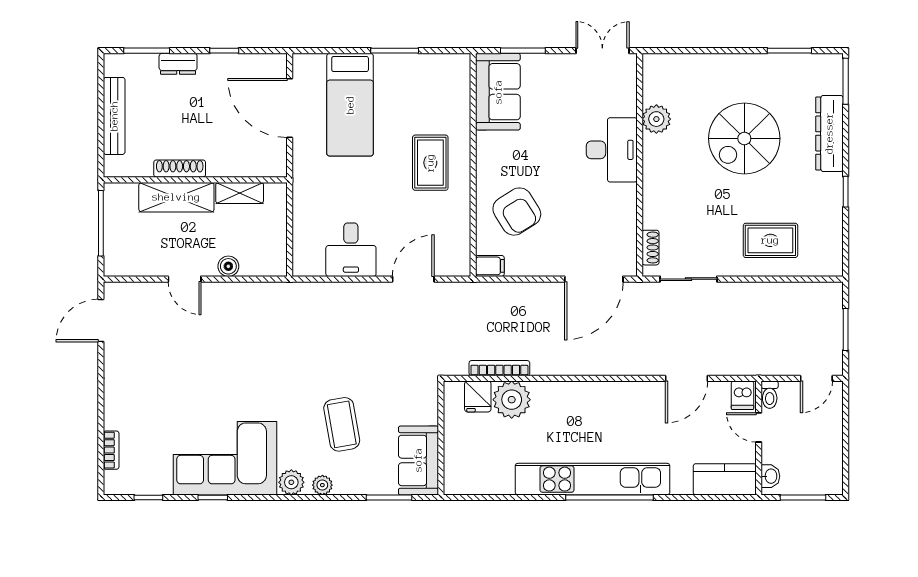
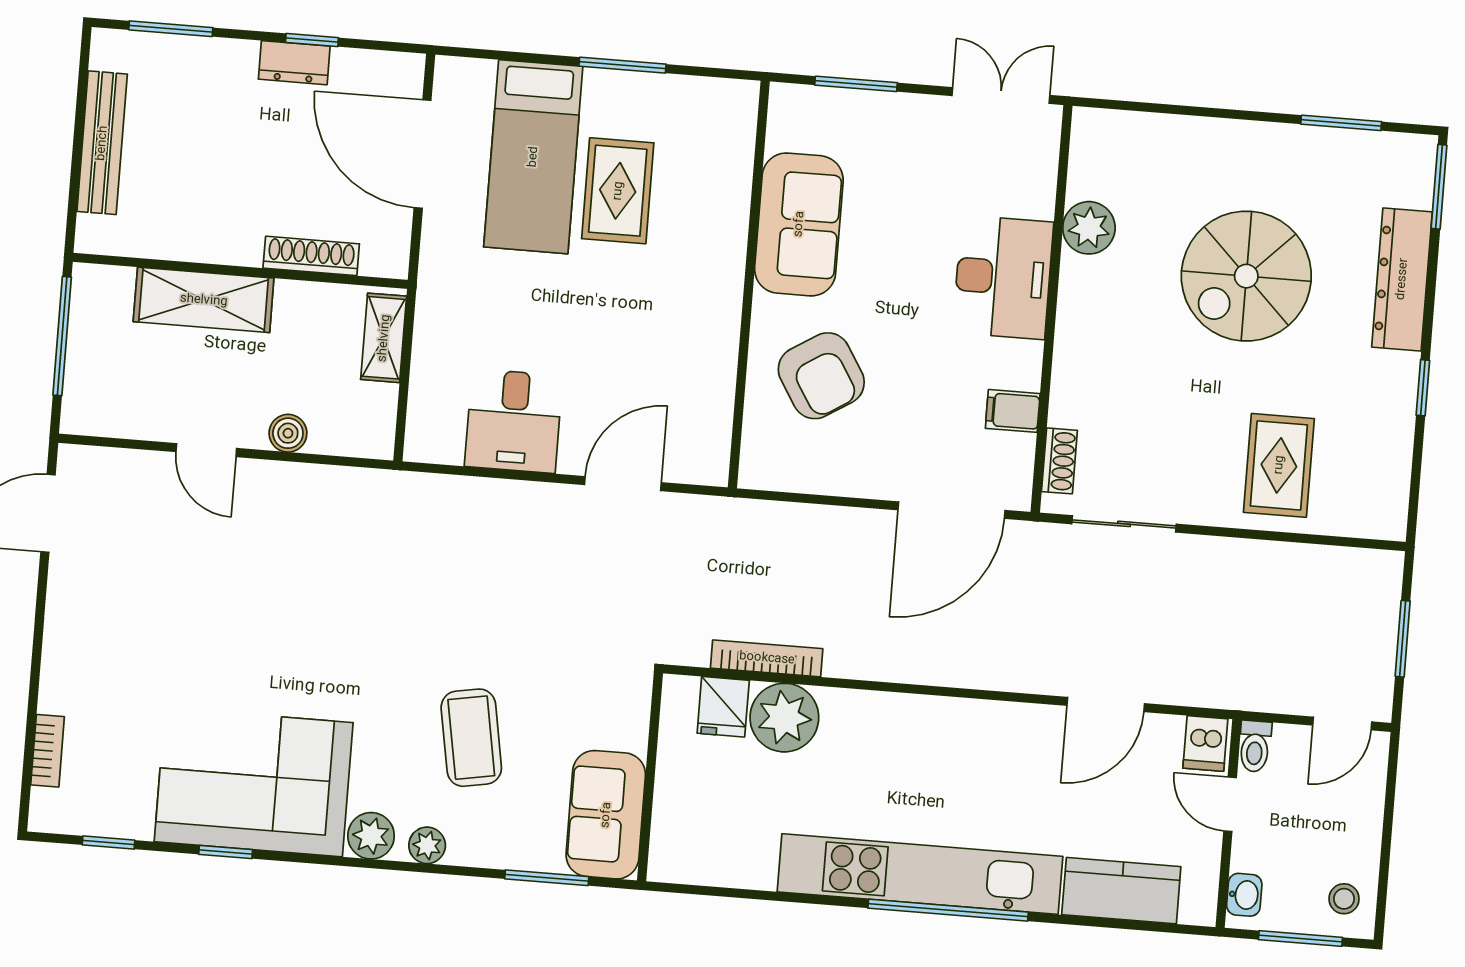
dresser: (178, 64) -> (294, 63), moved
sofa: (498, 92) -> (799, 224), moved
rug: (430, 163) -> (618, 191), moved
shoe rack: (180, 169) -> (311, 256), moved
shelving: (240, 193) -> (384, 338), moved, turned 90
rug: (770, 240) -> (1279, 465), turned 90
filing cabinet: (490, 266) -> (1013, 411), moved, turned 180
stool: (825, 474) -> (1344, 899), added
kitchen counter: (725, 479) -> (1121, 891), moved

